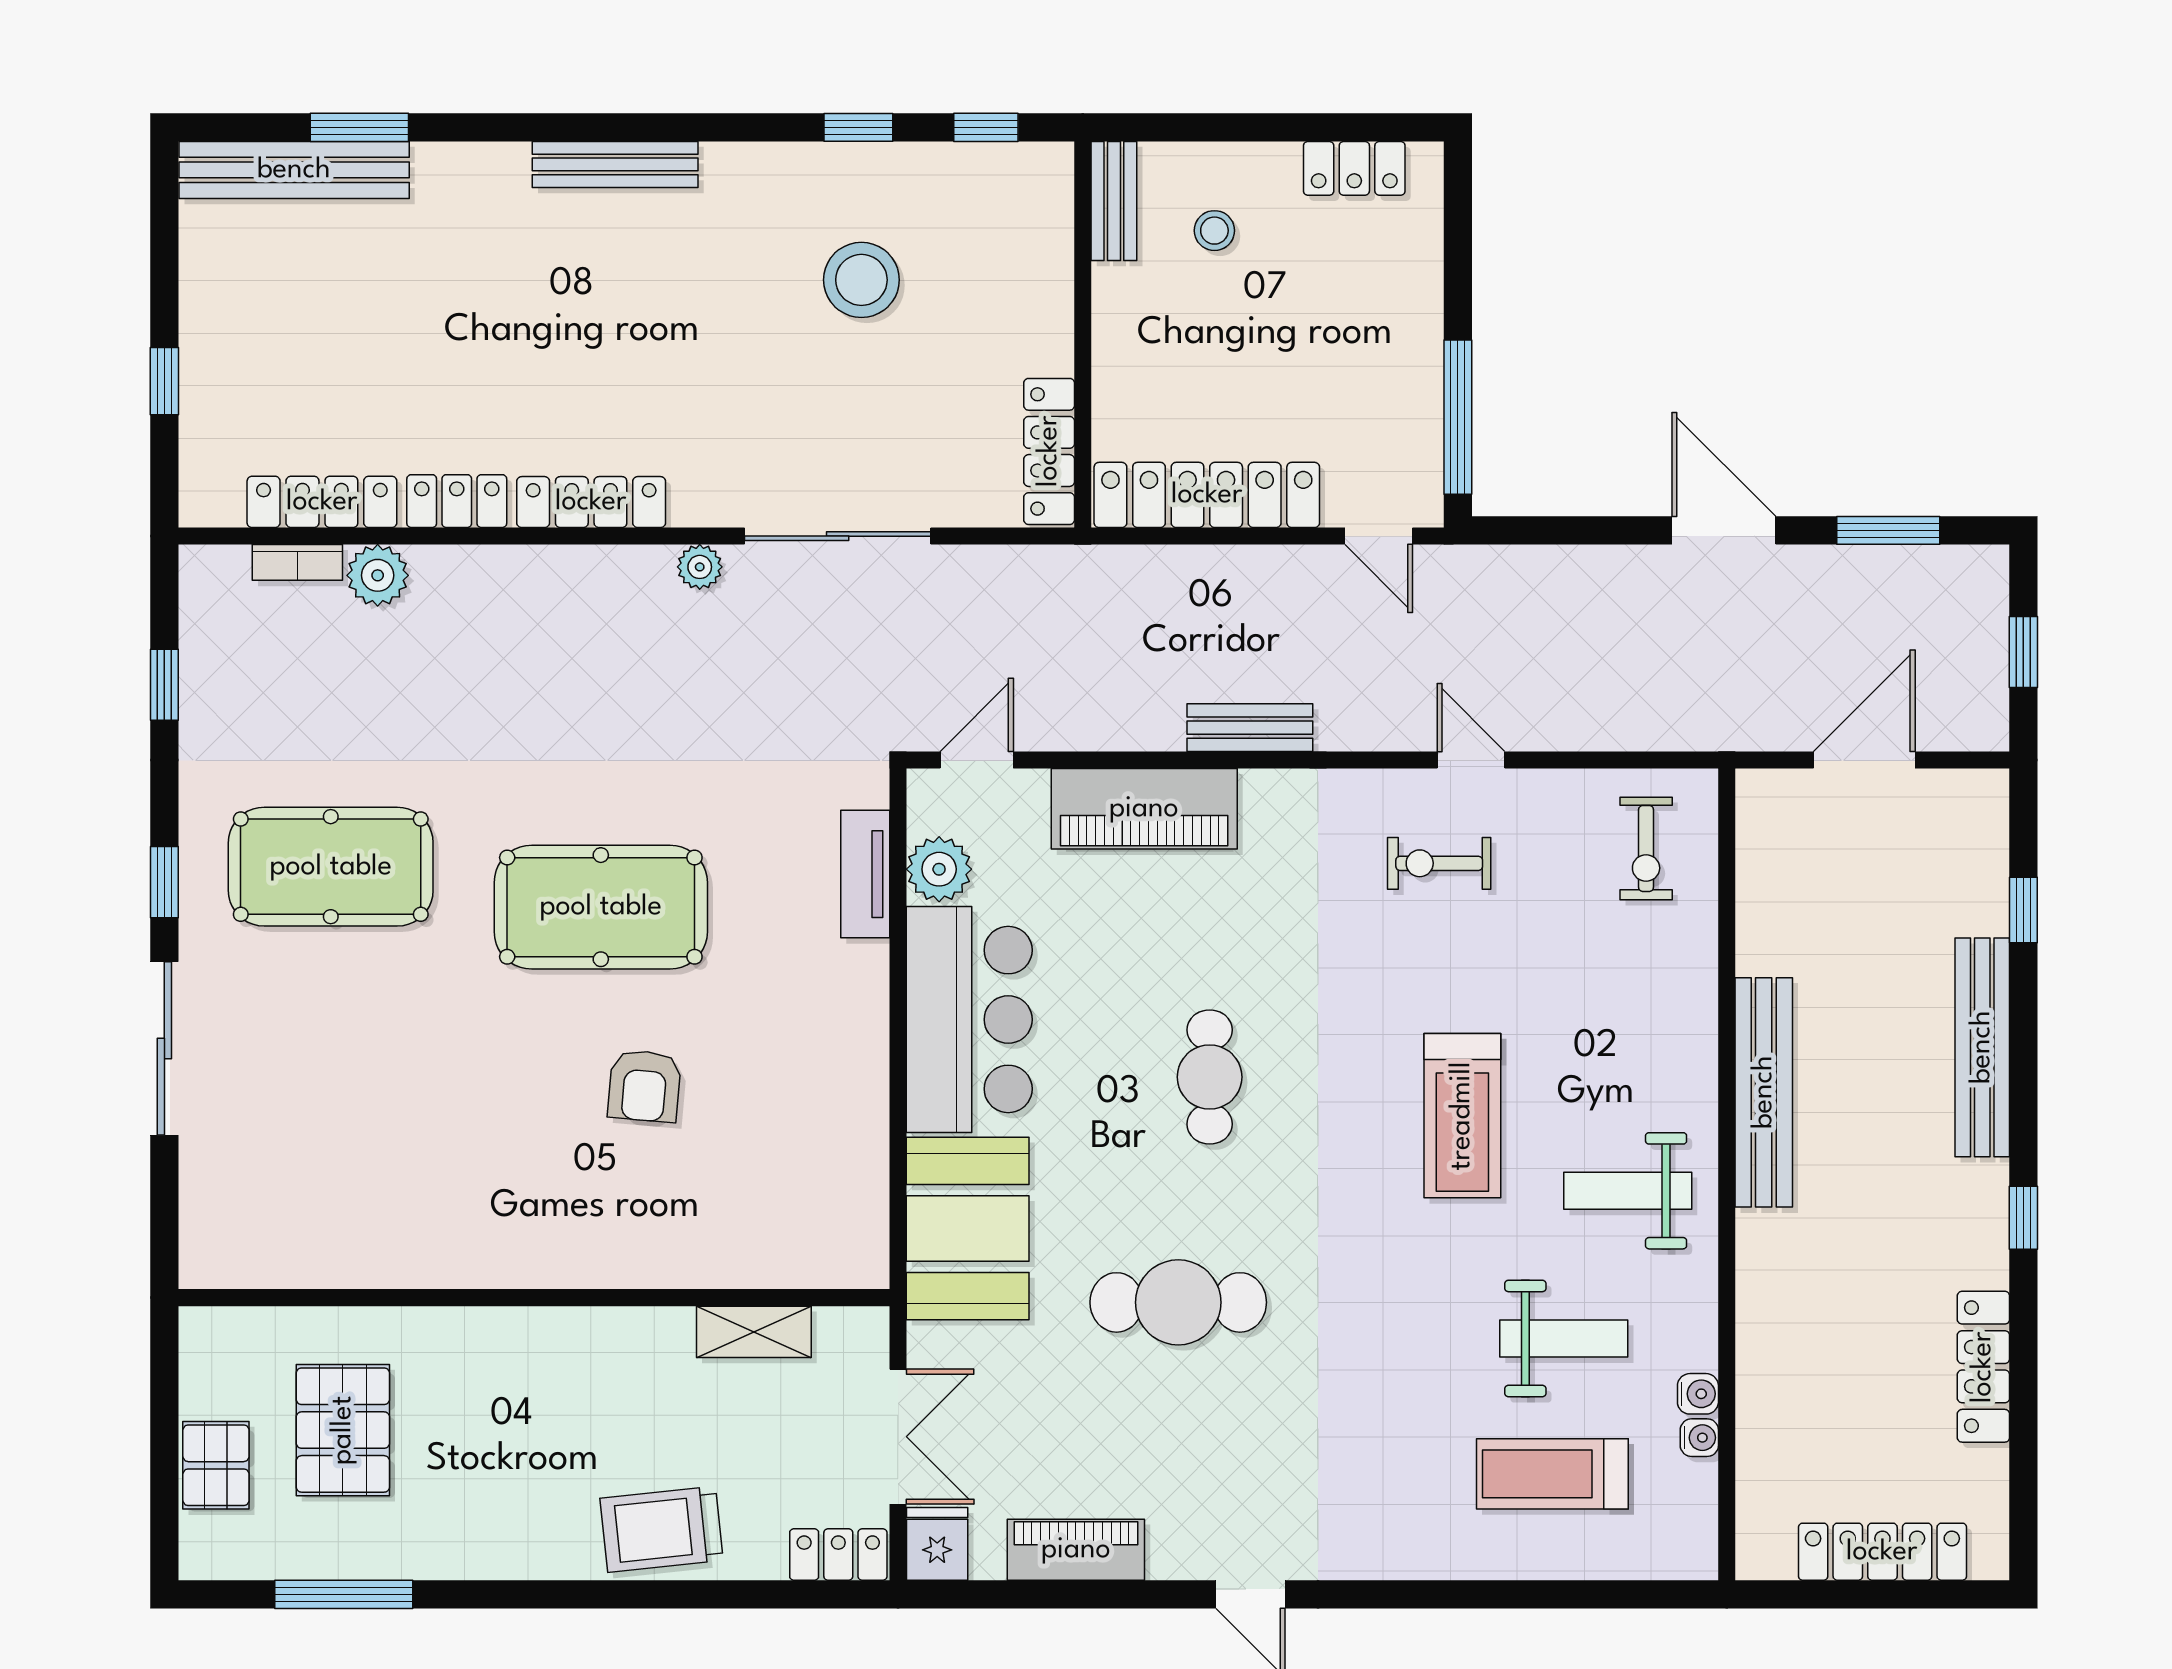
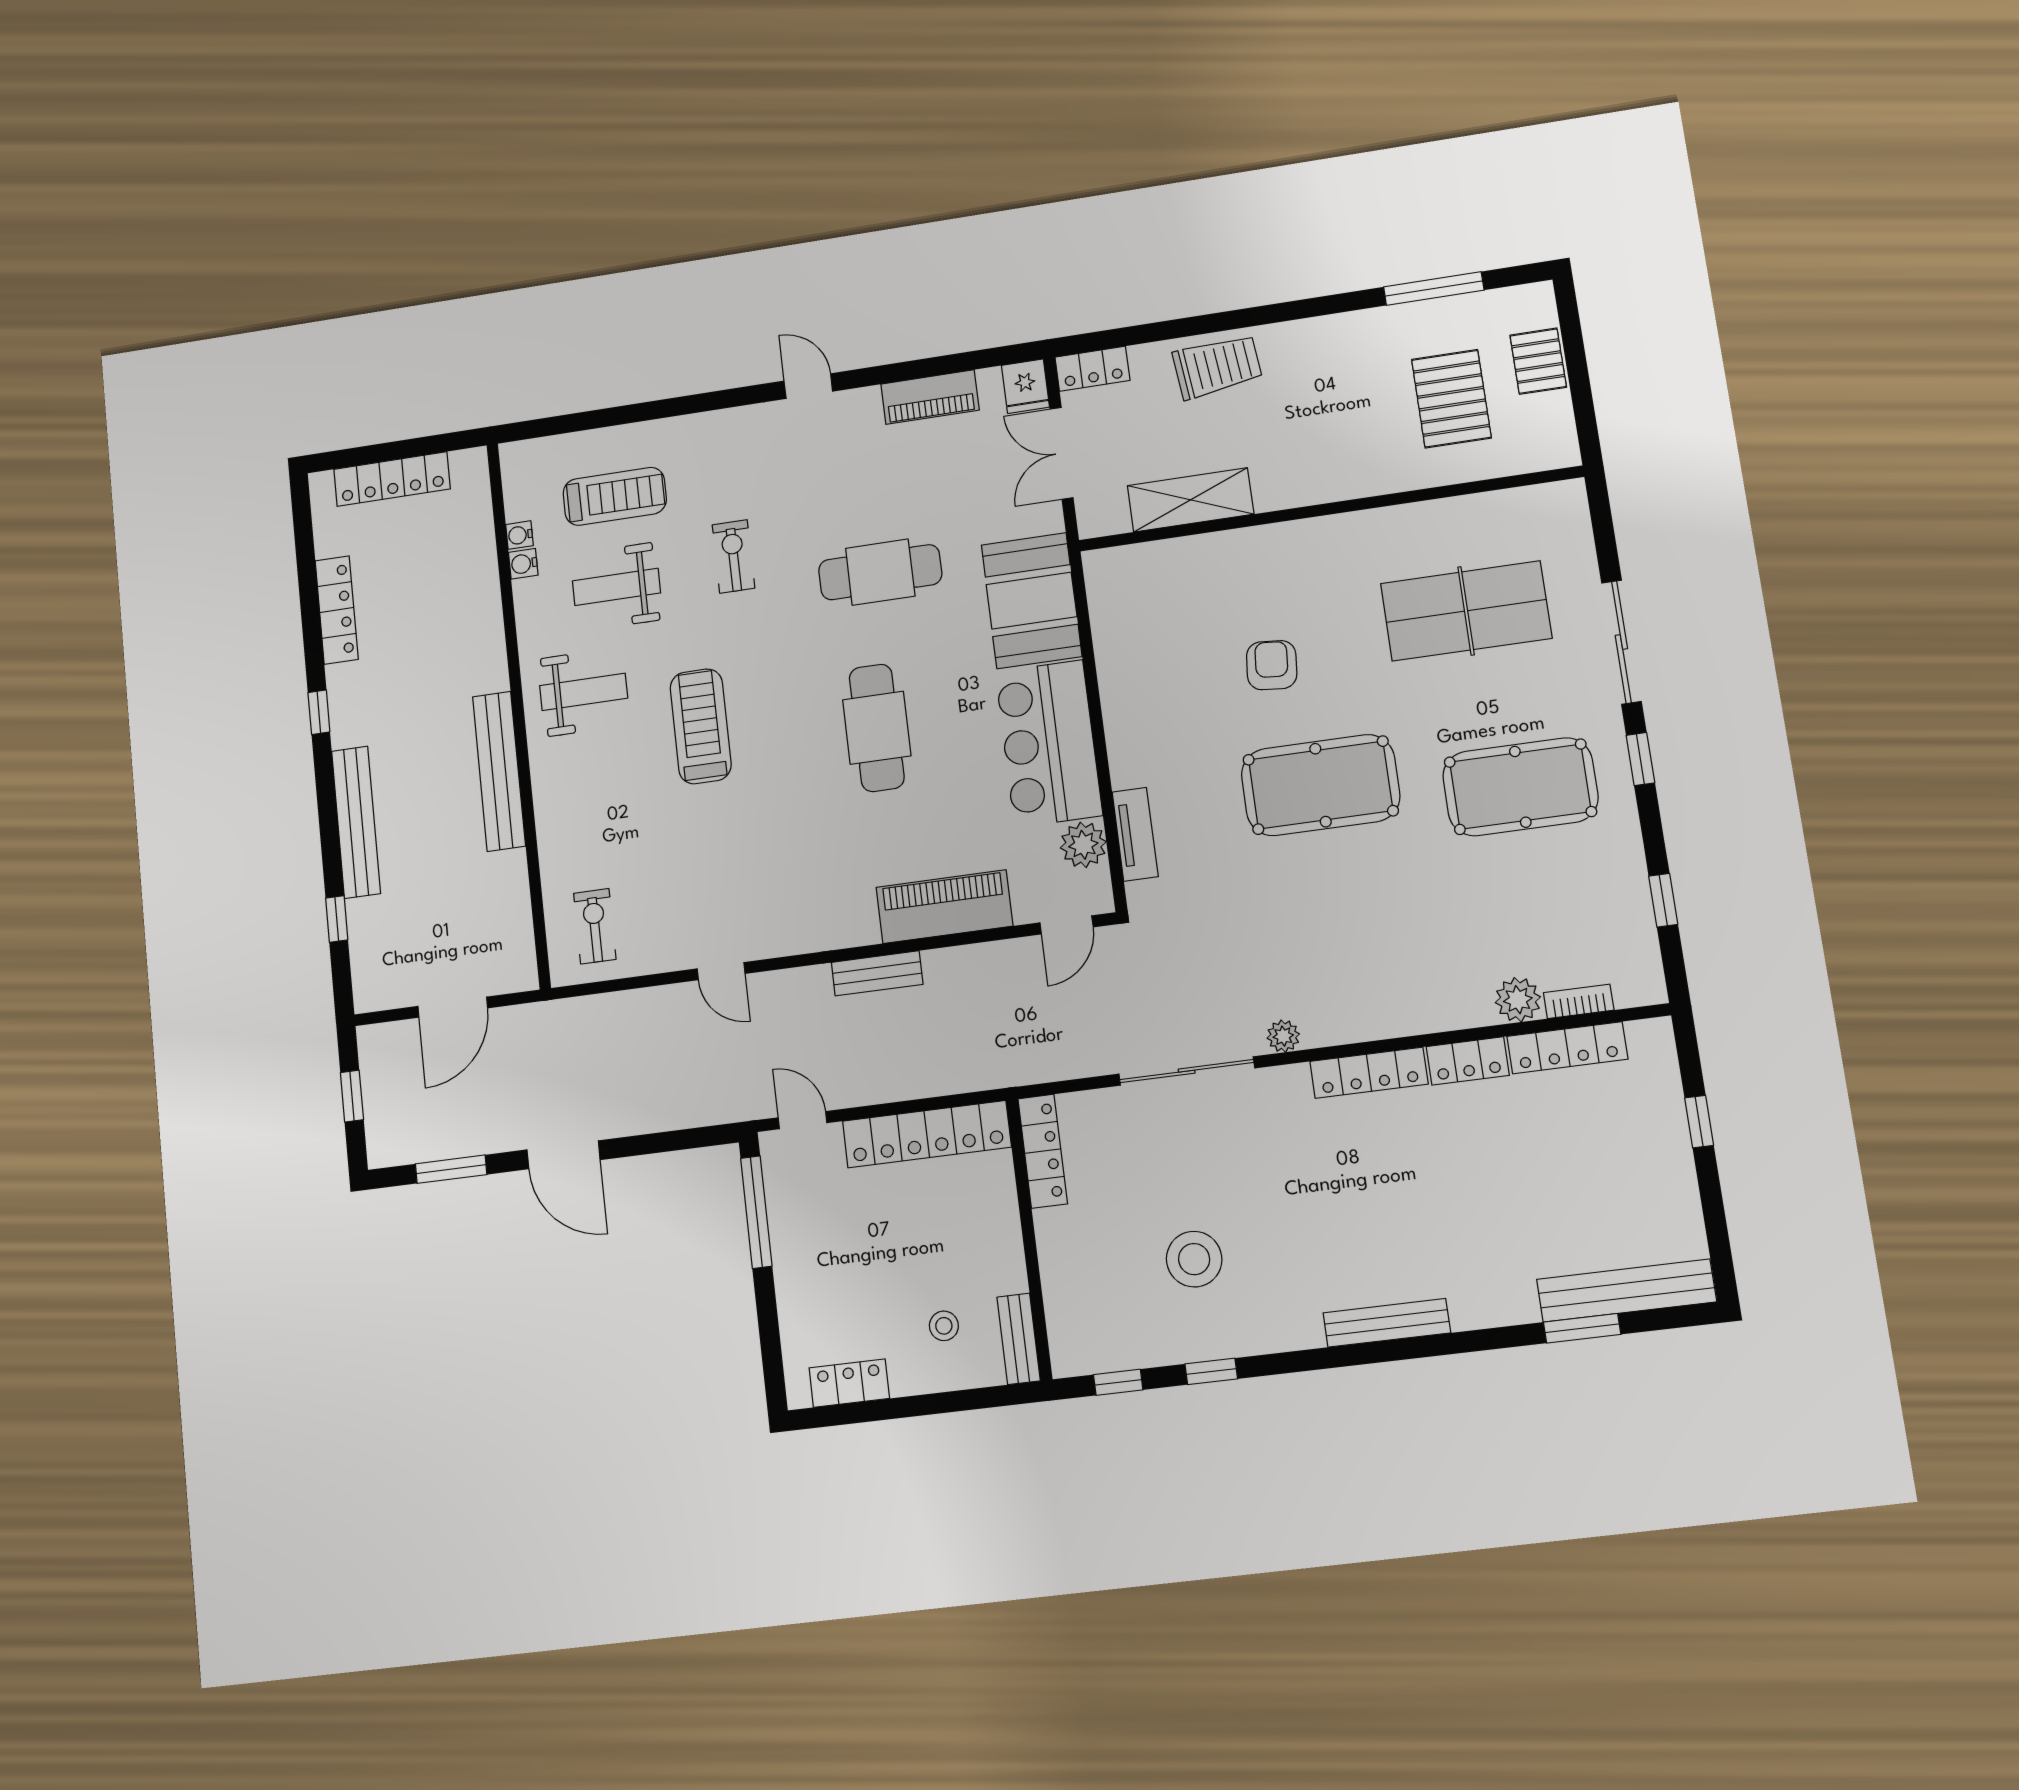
exercise bike: (1439, 863) -> (733, 556), moved, turned -90
cafe table: (1210, 1077) -> (877, 728), width x1.37, depth x1.35
table tennis table: (367, 1123) -> (1466, 611), added
shelving: (754, 1332) -> (1190, 500), width x1.50, depth x1.33

